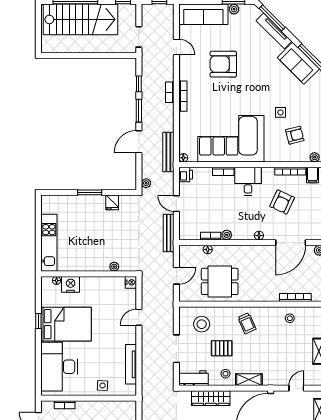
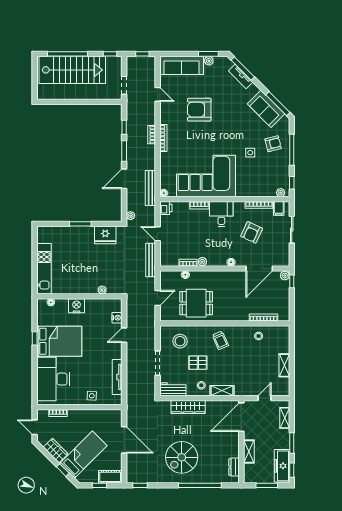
tv unit: (274, 31) -> (241, 76), width x0.71
armchair: (295, 135) -> (273, 144), moved
fridge: (112, 202) -> (105, 235), width x1.88, depth x1.34
nightstand: (131, 282) -> (117, 318), moved
nightstand: (71, 284) -> (77, 306), moved

